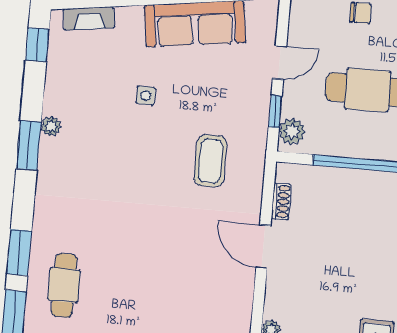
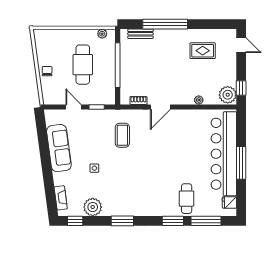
plant: (51, 126) -> (93, 207), moved, width x1.88, depth x1.88
plant: (292, 131) -> (105, 98), removed
coffee table: (210, 161) -> (122, 135), turned 90
cafe table: (64, 285) -> (187, 199), turned 90

